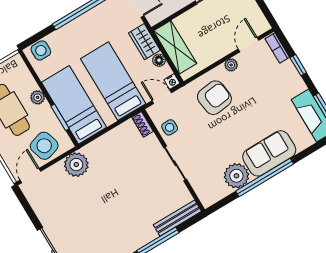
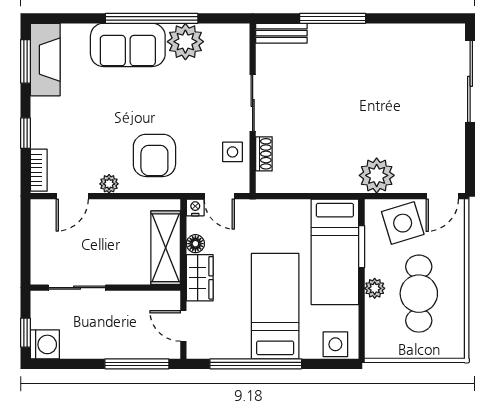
bed: (113, 81) -> (275, 306), moved, turned 180
armchair: (214, 98) -> (154, 155), turned -83
shoe rack: (143, 124) -> (264, 154), moved
bench: (177, 218) -> (281, 33), width x0.73

